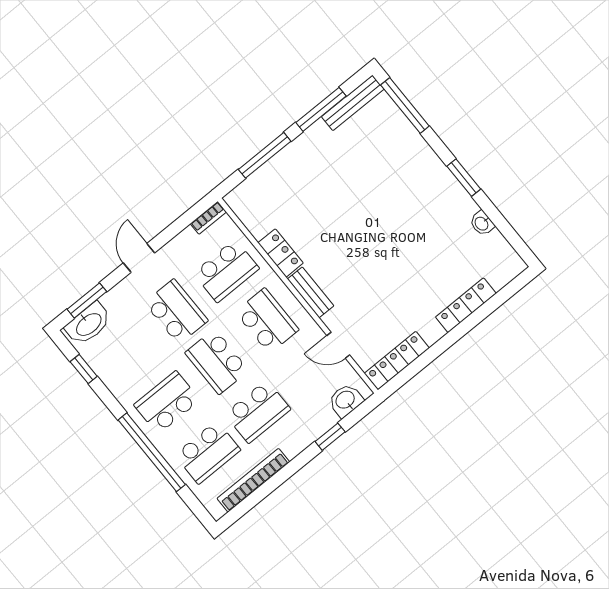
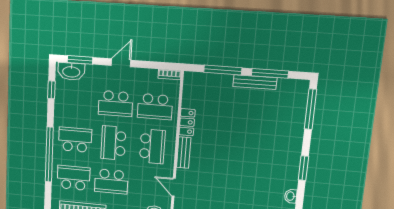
bench: (353, 103) -> (255, 82), moved
school desk: (176, 312) -> (116, 104), turned 90
school desk: (208, 452) -> (73, 178), turned 180

